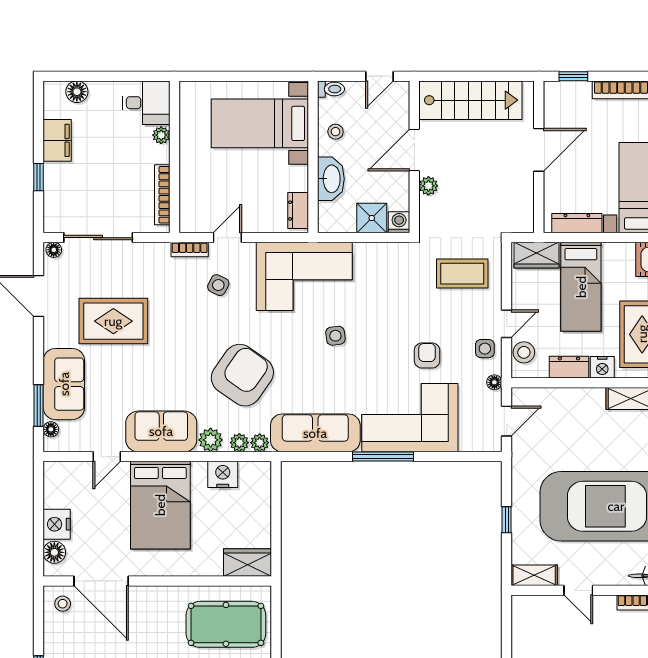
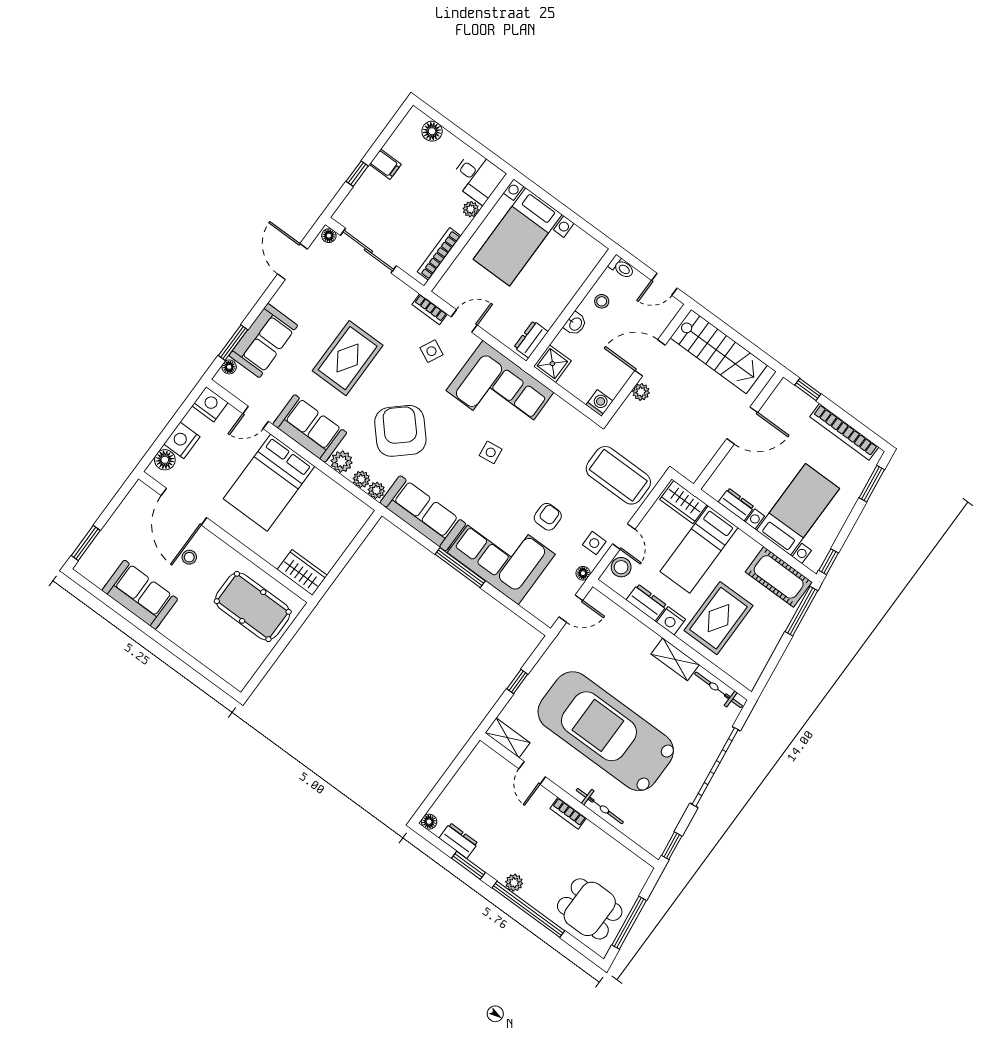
bed with nightstands: (260, 123) -> (518, 237), moved, turned -90
filing cabinet: (57, 140) -> (385, 164), width x0.50
washbasin: (331, 179) -> (575, 324), width x0.52, depth x0.69
shower: (372, 218) -> (552, 364), moved
dresser: (577, 223) -> (736, 504), width x0.70
coffee table: (462, 274) -> (618, 475), width x1.36, depth x1.32
rug: (113, 321) -> (348, 358), moved, turned 90
door: (507, 324) -> (624, 537), hinge flipped
armchair: (242, 375) -> (400, 431), turned -77
nightstand: (223, 474) -> (210, 404), moved
stool: (63, 604) -> (189, 557), moved

